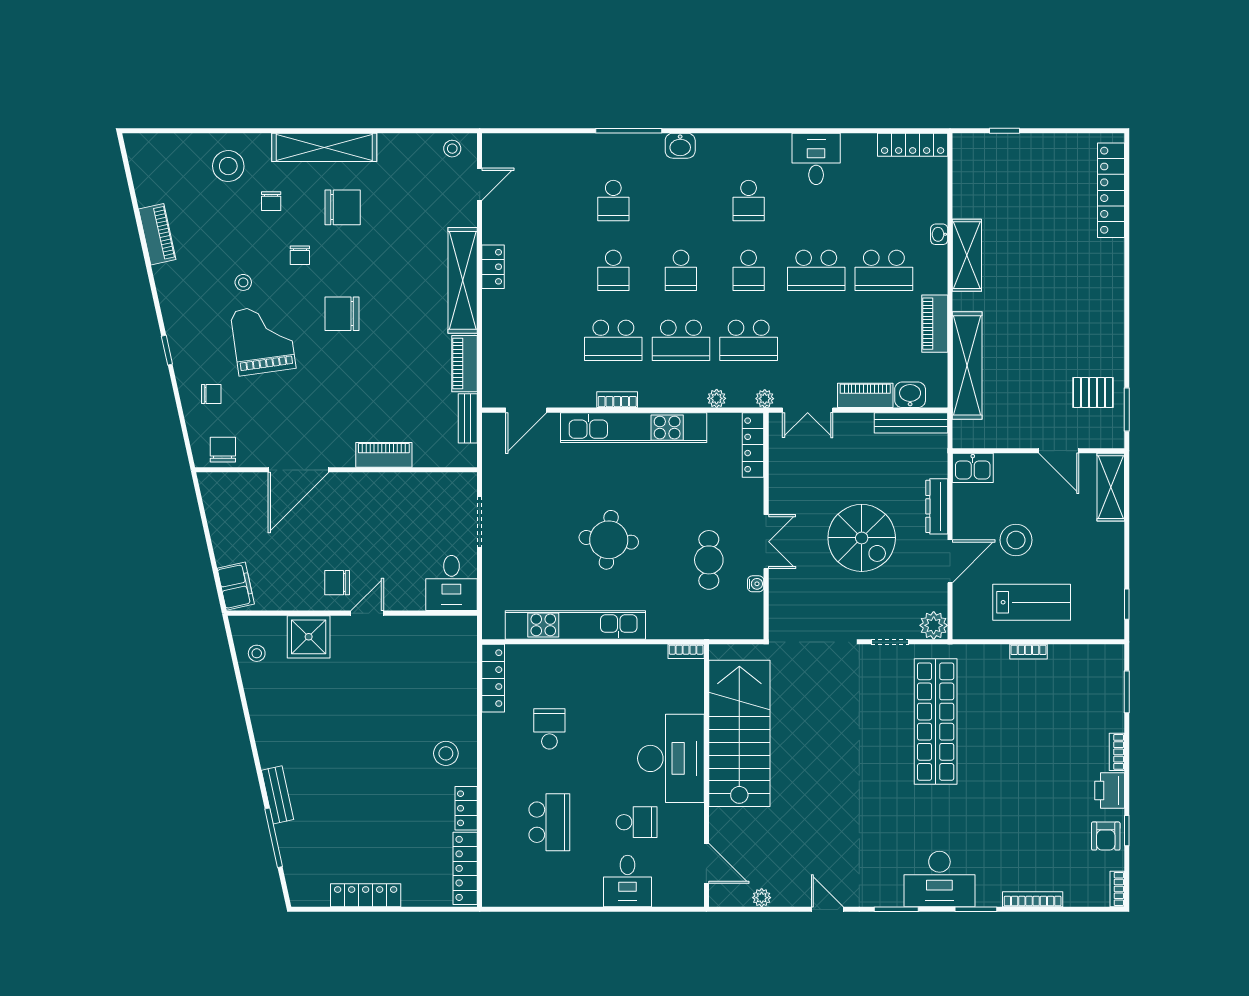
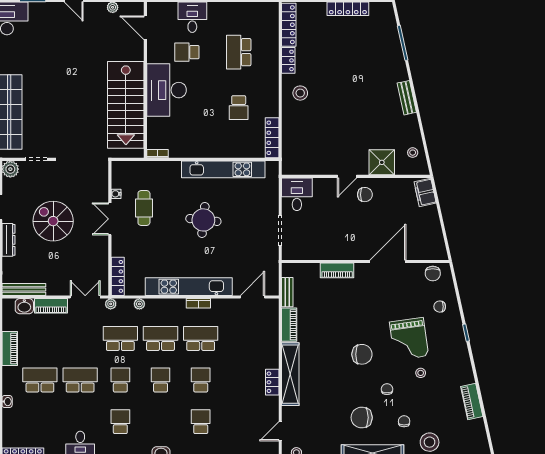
bench: (277, 795) -> (407, 98), moved

